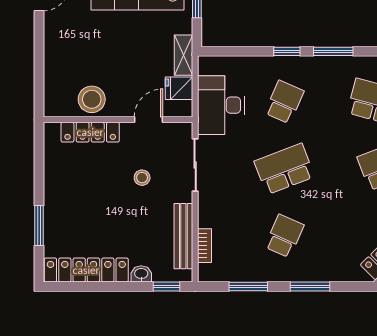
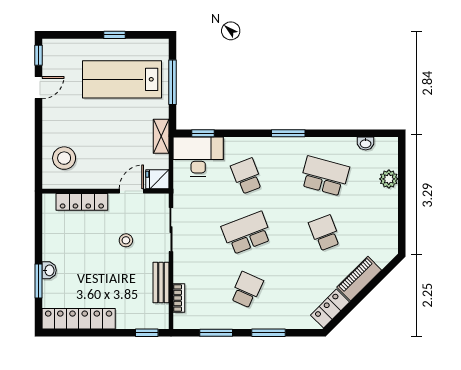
window: (287, 51) -> (203, 133), moved
fridge: (179, 88) -> (157, 179), moved
stool: (92, 99) -> (64, 158), moved
school desk: (284, 102) -> (247, 176), turned -45
desk: (221, 105) -> (198, 156), moved, turned 90
bench: (183, 236) -> (161, 283), width x0.73
washbasin: (141, 274) -> (49, 270), moved, turned 90

